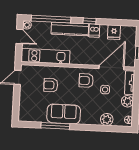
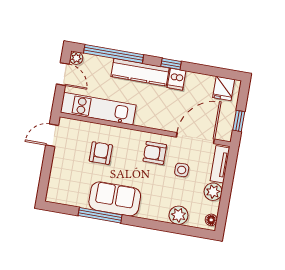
fridge: (114, 32) -> (224, 88), moved
armchair: (51, 85) -> (101, 153), turned 90

